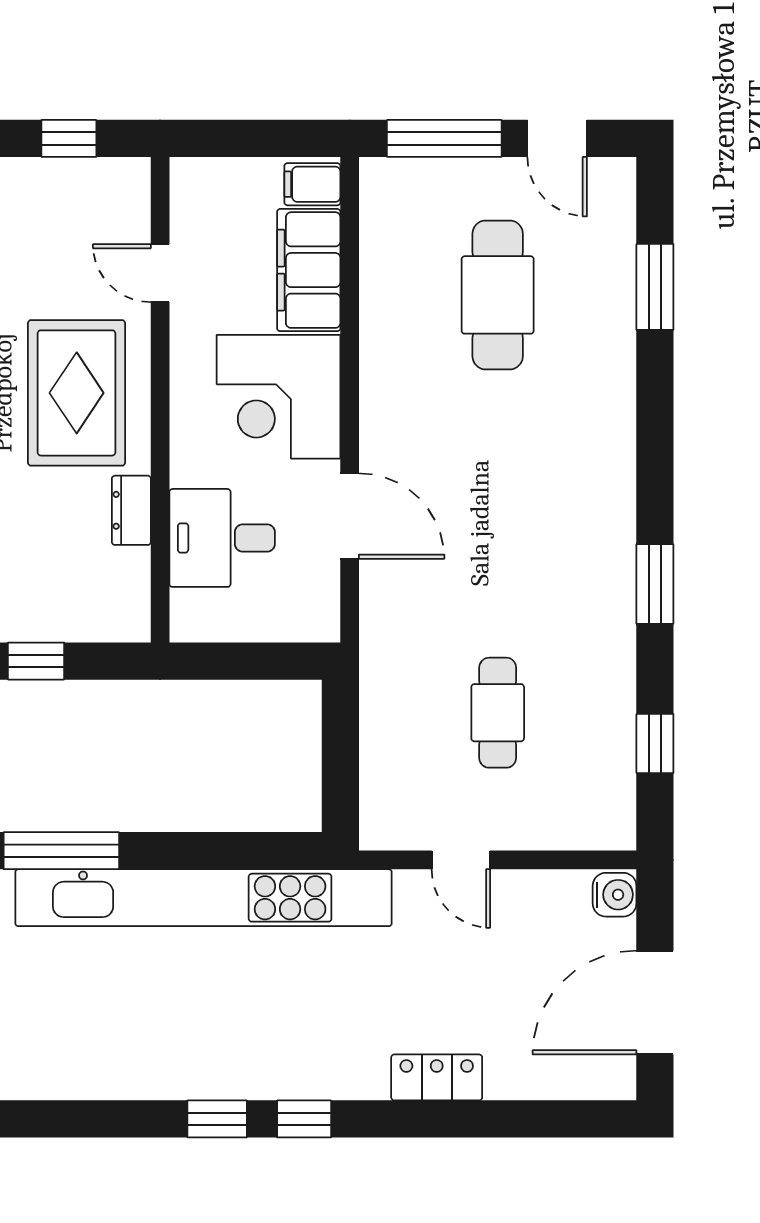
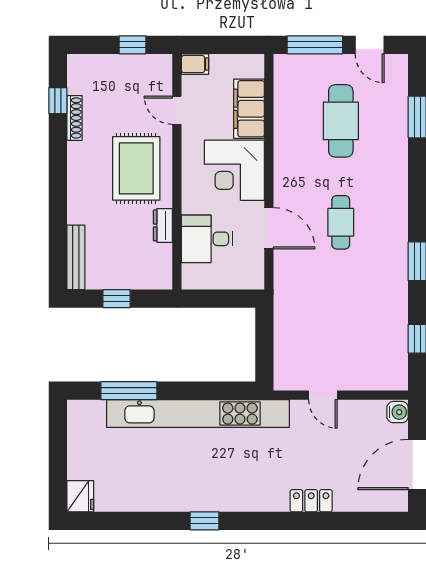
filing cabinet: (312, 184) -> (195, 64), moved, turned 180
cafe table: (498, 713) -> (341, 222), moved
window: (304, 1119) -> (247, 521), removed

